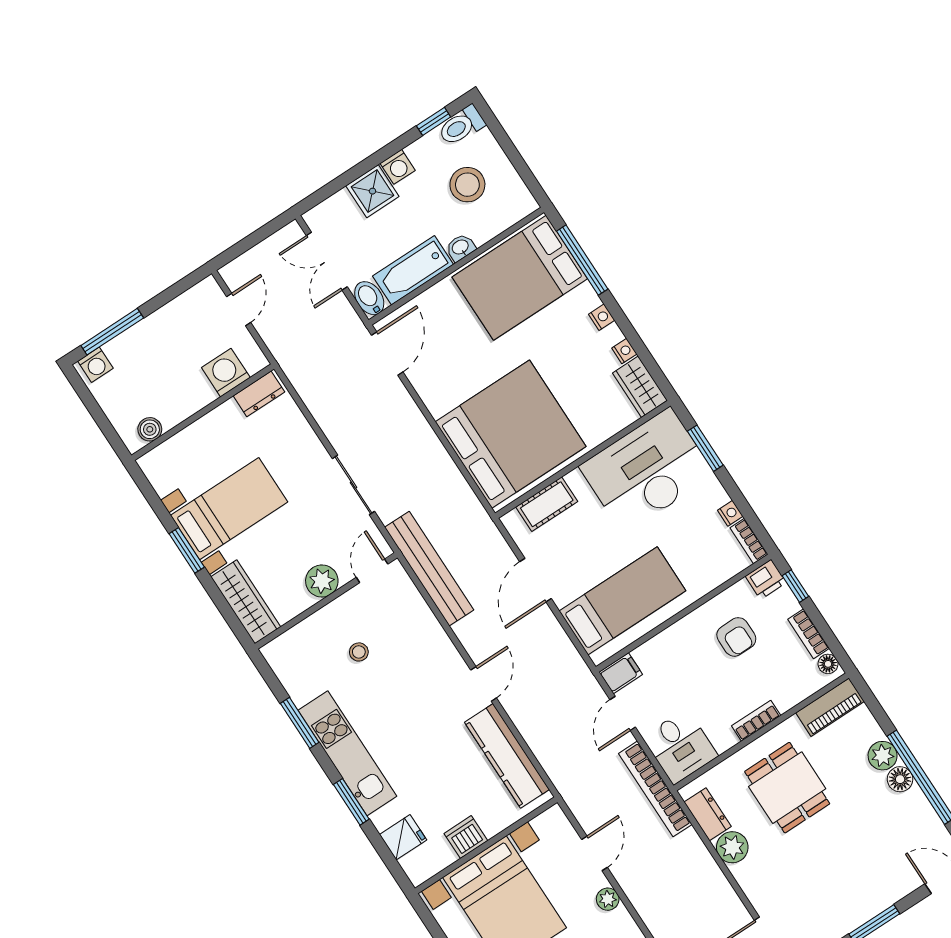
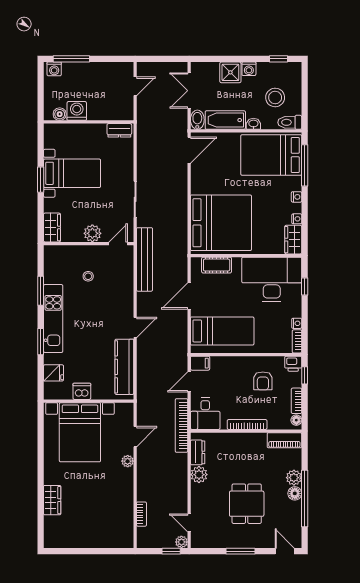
toilet: (461, 126) -> (290, 122), moved
washing machine: (226, 373) -> (77, 111), moved
window: (705, 448) -> (305, 287), width x0.67
wardrobe: (246, 602) -> (52, 228), width x0.67
bookcase: (756, 721) -> (247, 424), width x1.56
dining table: (787, 788) -> (247, 504), moved

